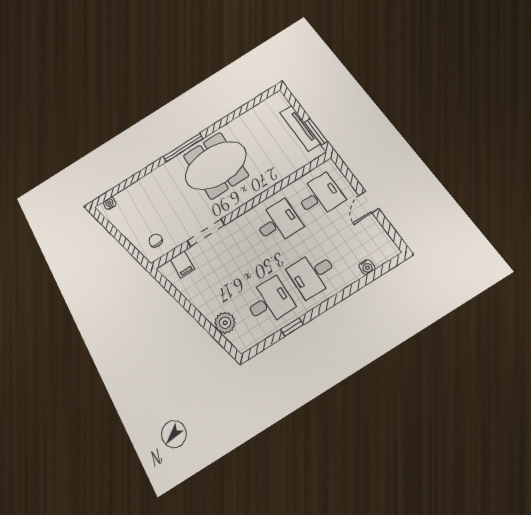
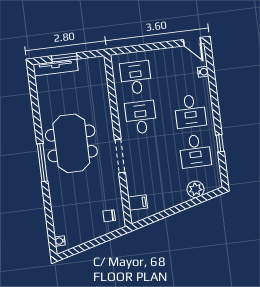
tv unit: (300, 128) -> (56, 68), moved
window: (316, 132) -> (64, 58), moved
door: (369, 202) -> (192, 42), moved
doorway: (206, 233) -> (120, 156), moved
desk: (269, 301) -> (195, 151), turned 180

